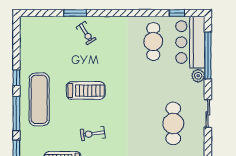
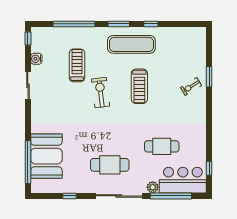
cafe table: (153, 42) -> (162, 146), moved
sliding door: (208, 113) -> (119, 196), width x1.86
window: (16, 114) -> (119, 24), width x0.69
exercise bike: (93, 134) -> (101, 93), width x1.38, depth x1.39

